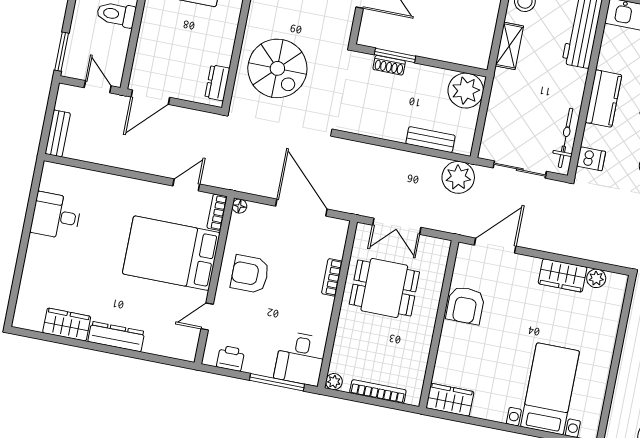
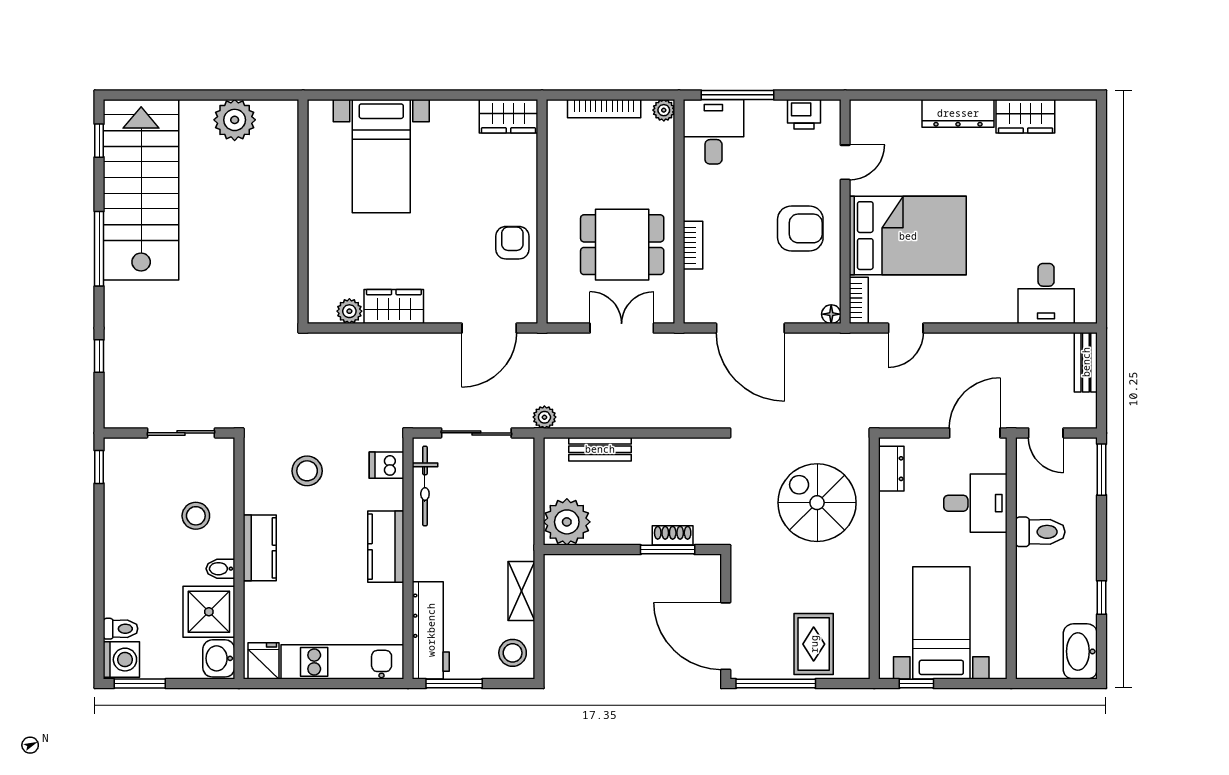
desk: (160, 45) -> (975, 503), added
plant: (458, 177) -> (544, 417), width x0.53, depth x0.53
desk: (56, 216) -> (1046, 294), moved, turned 90
armchair: (465, 305) -> (512, 243), width x0.72, depth x0.72

